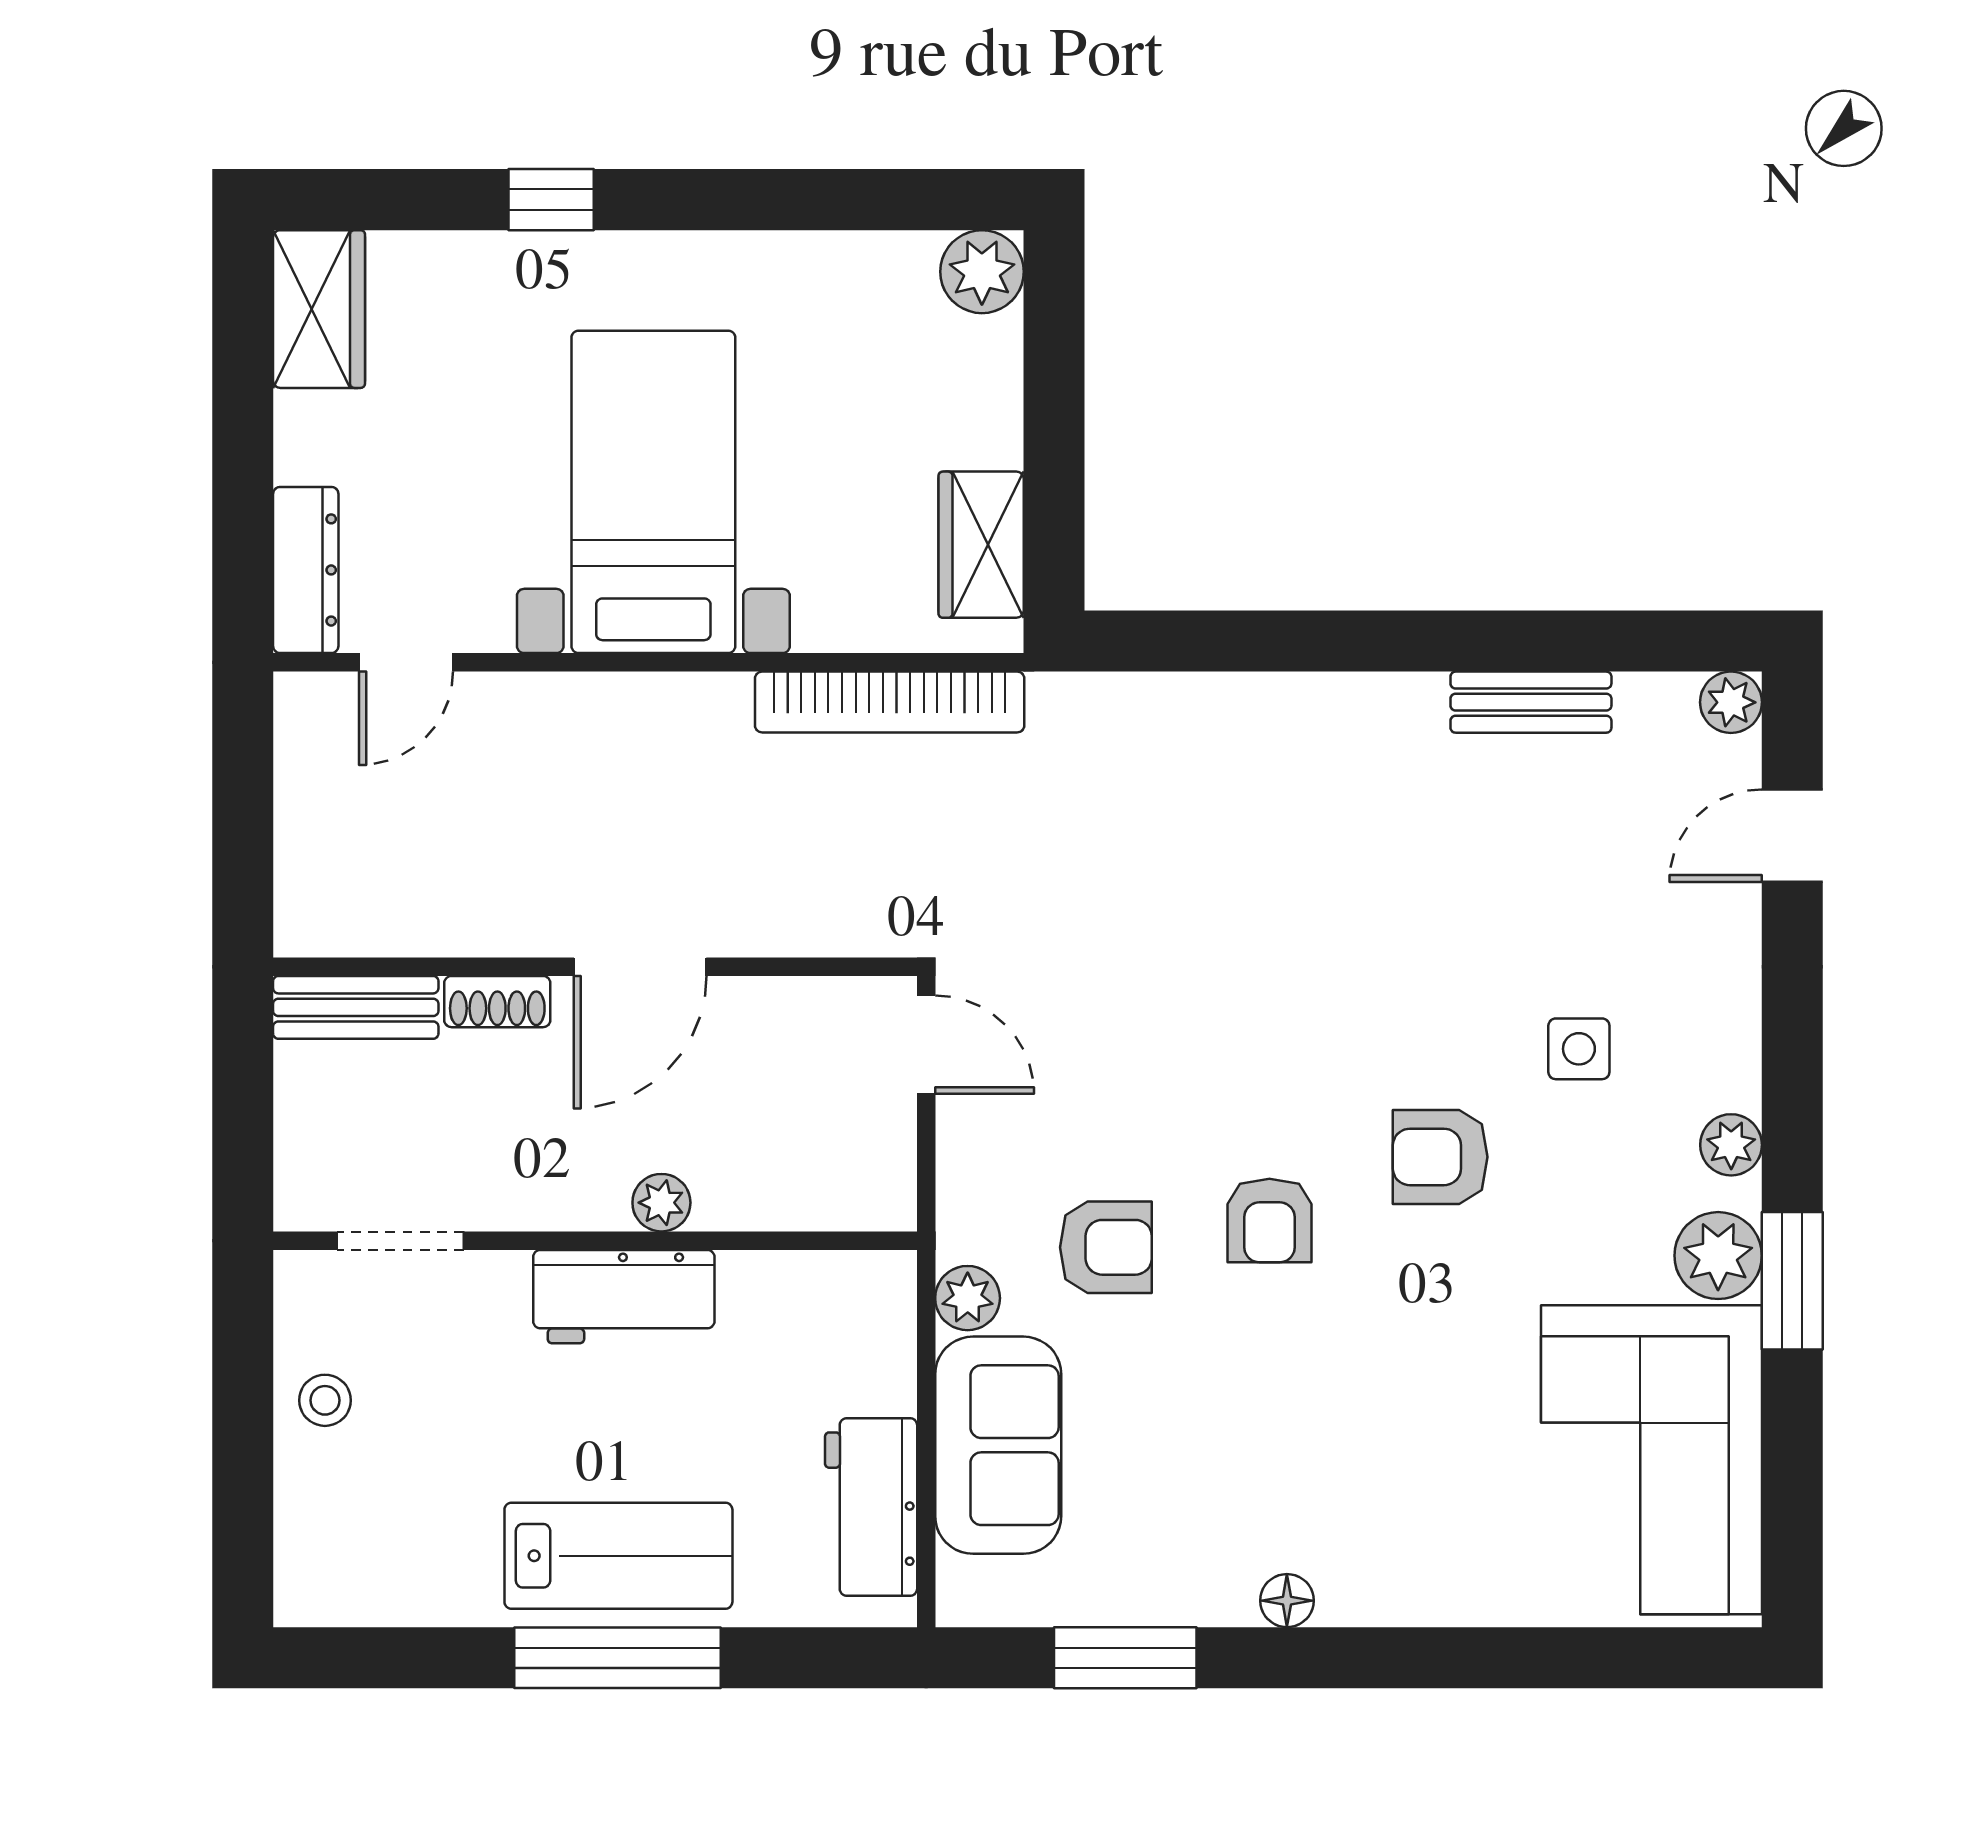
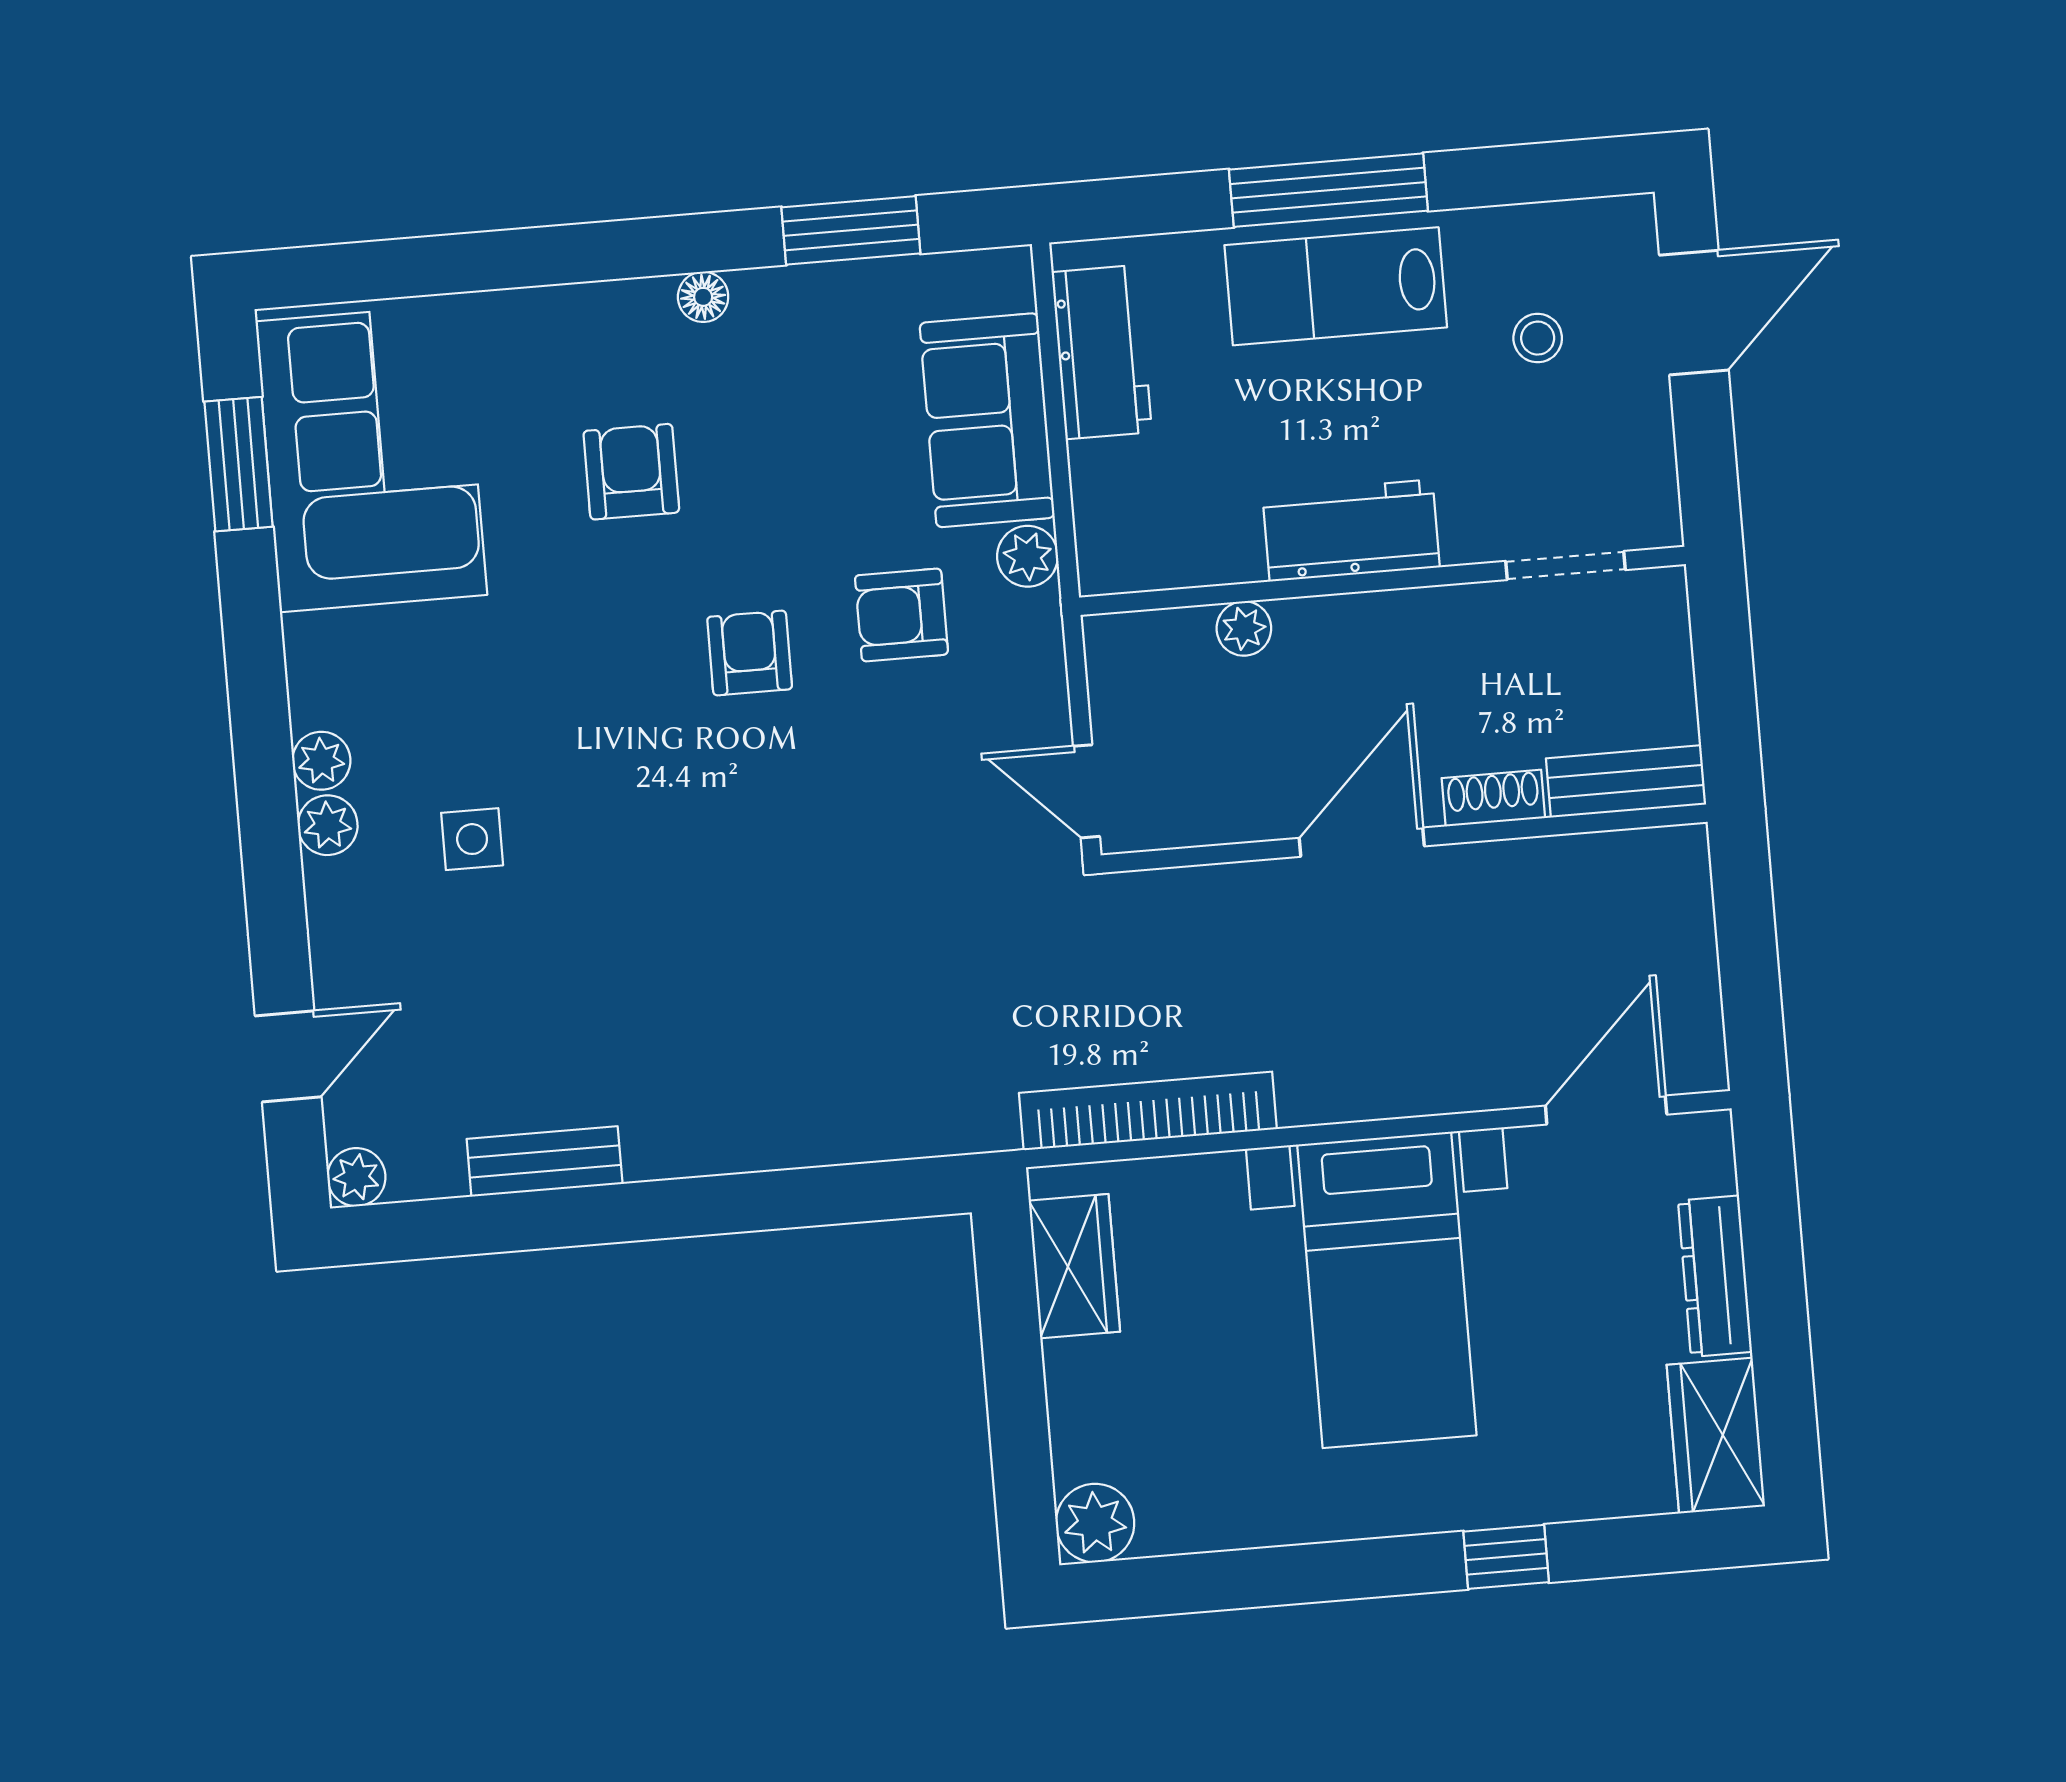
dresser: (306, 570) -> (1715, 1276), moved
door: (406, 662) -> (1606, 1110), width x1.38
armchair: (1440, 1157) -> (631, 472), moved, turned -90
plant: (661, 1203) -> (1244, 628), moved
plant: (1718, 1256) -> (328, 825), moved, width x0.73, depth x0.73
window: (1792, 1281) -> (238, 464), moved
stool: (325, 1400) -> (1538, 338), moved
door: (243, 1496) -> (1694, 313), added

